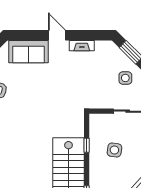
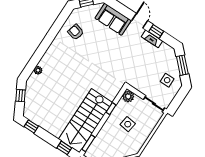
window: (81, 35) -> (156, 31), added
plant: (96, 121) -> (128, 96), added

